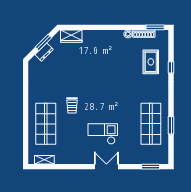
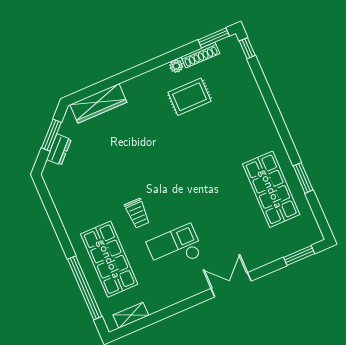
wardrobe: (71, 36) -> (98, 103), width x1.50
rug: (151, 62) -> (189, 97), moved, turned 90
window: (171, 67) -> (247, 48), moved
window: (26, 134) -> (85, 288), added
checkout: (103, 134) -> (175, 248), moved

